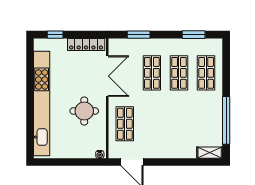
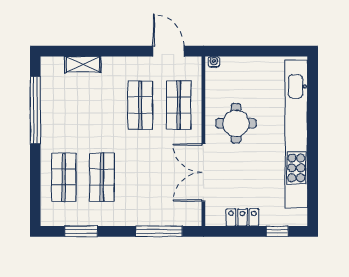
window: (139, 35) -> (159, 231), width x1.44
locker: (86, 44) -> (242, 217), width x0.66
shop shelf: (152, 73) -> (140, 105), moved
shelving: (210, 153) -> (83, 64), moved

